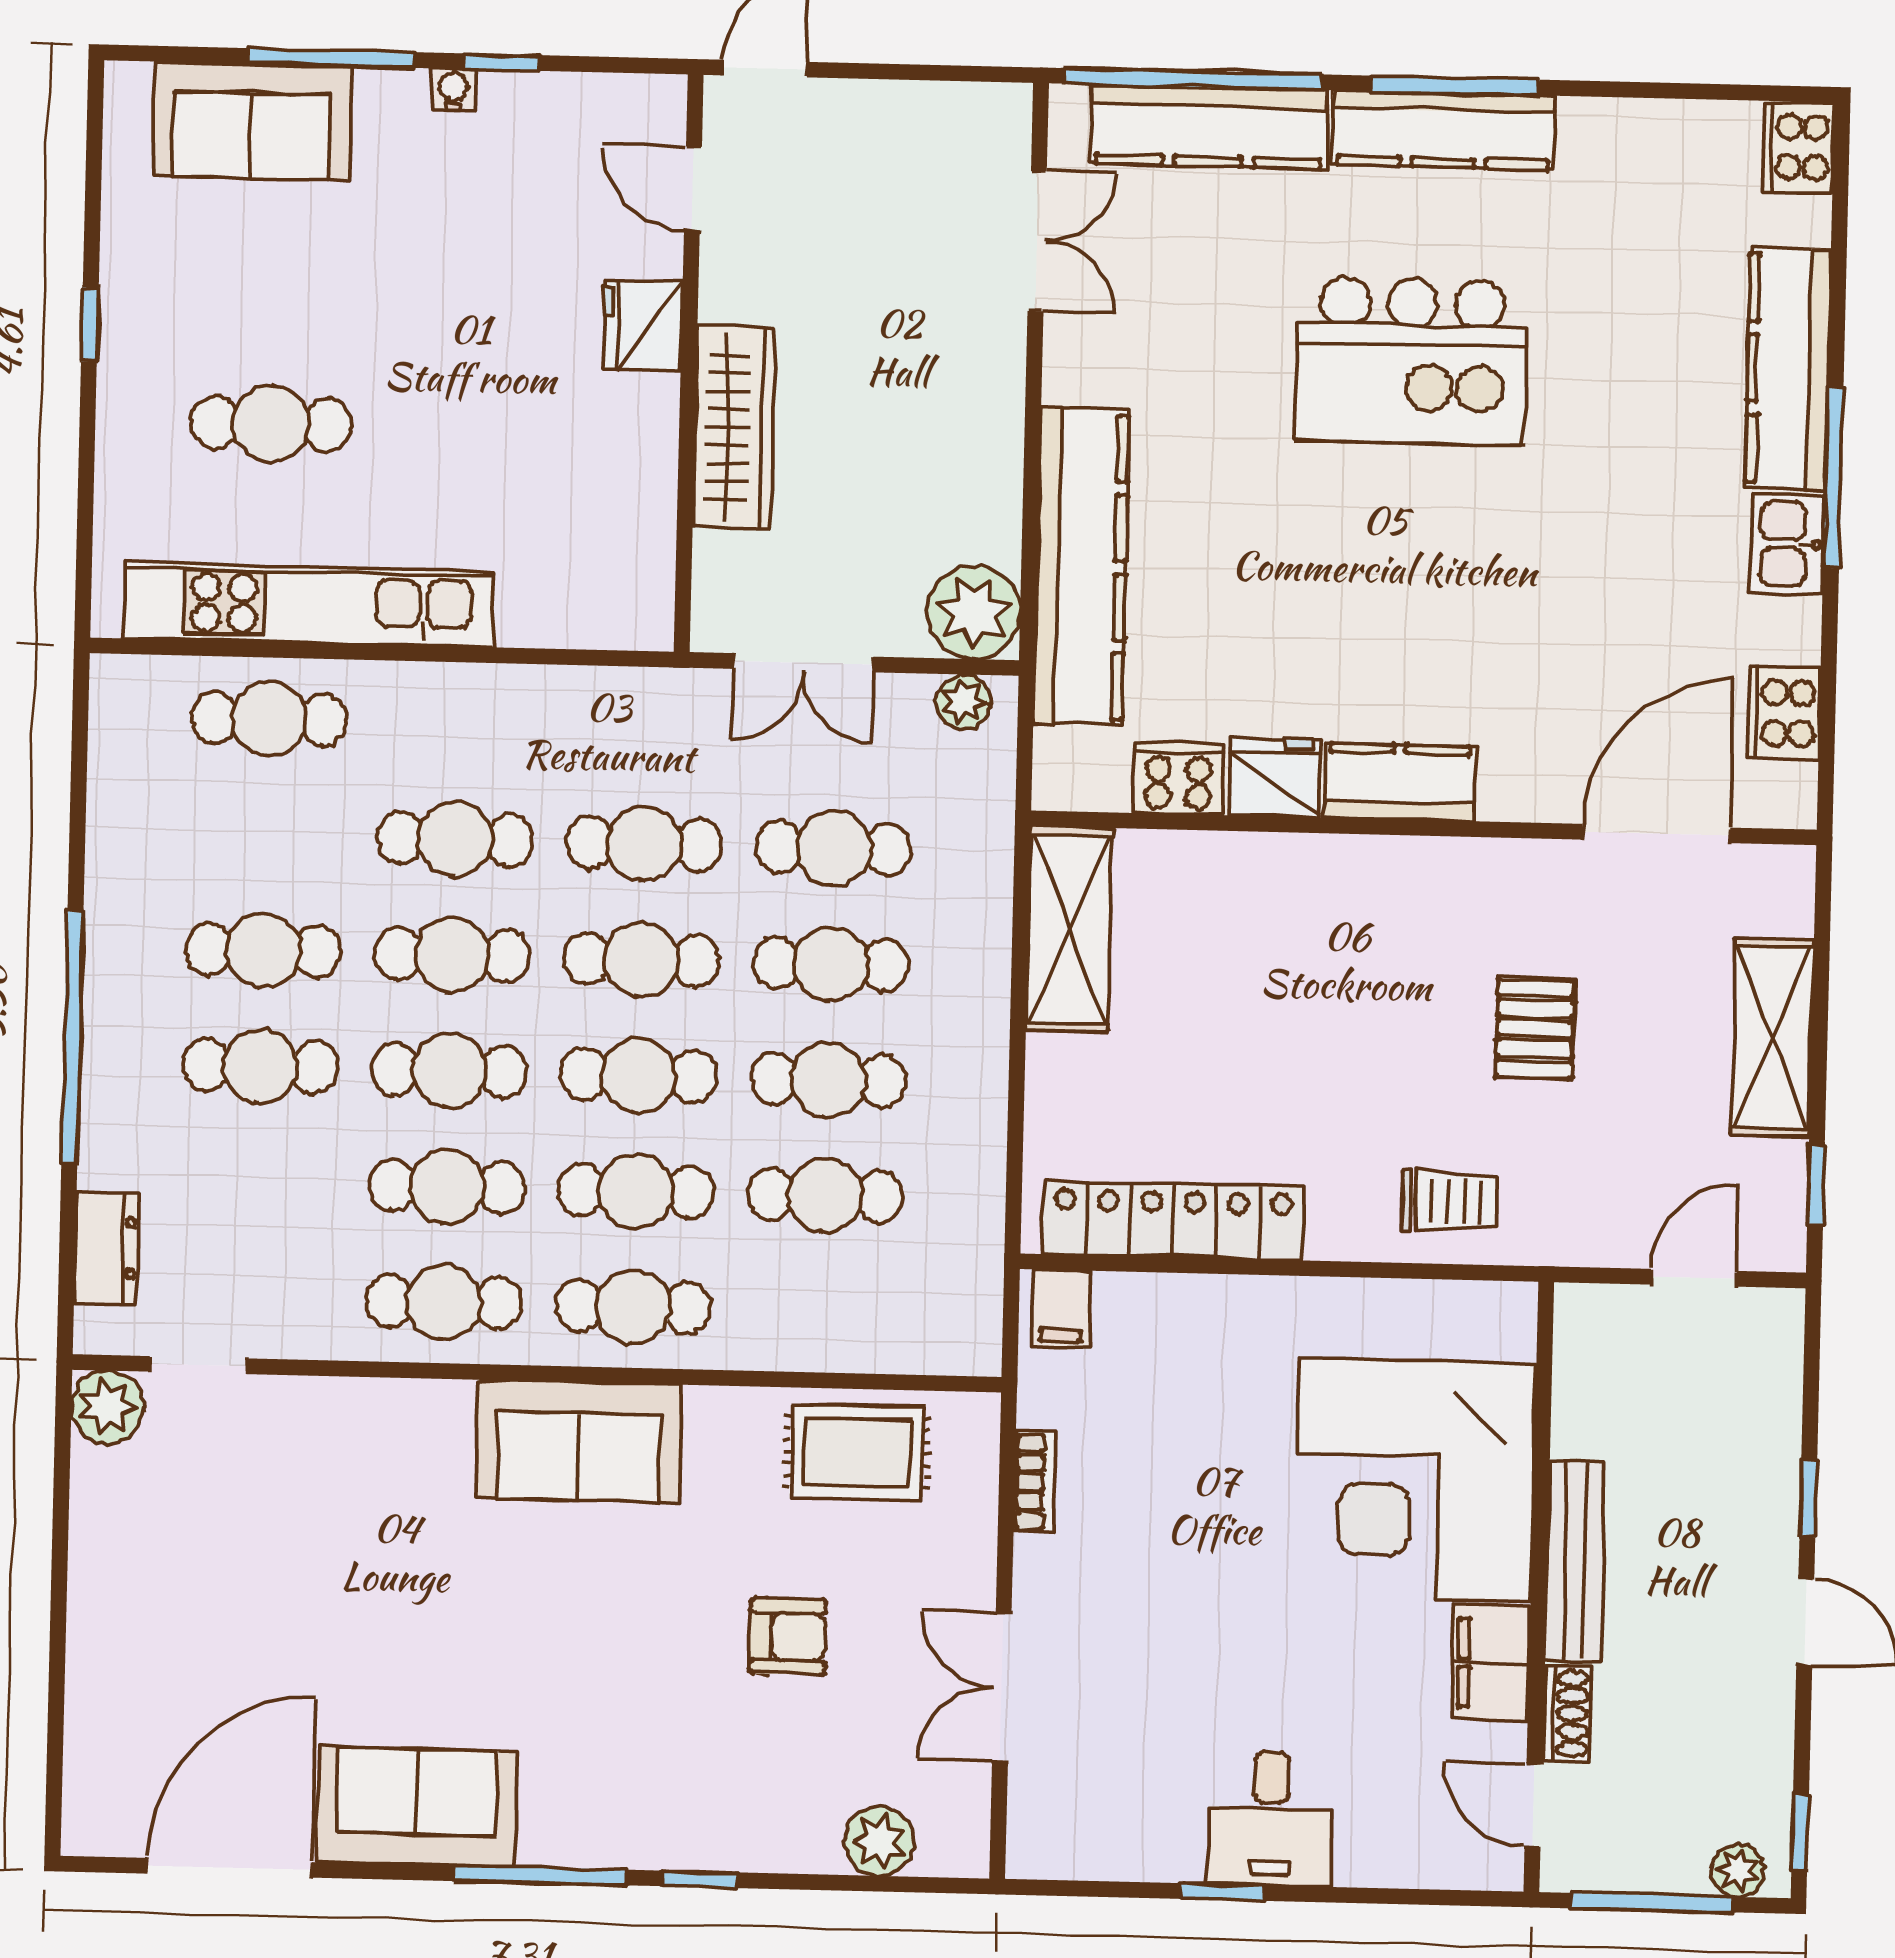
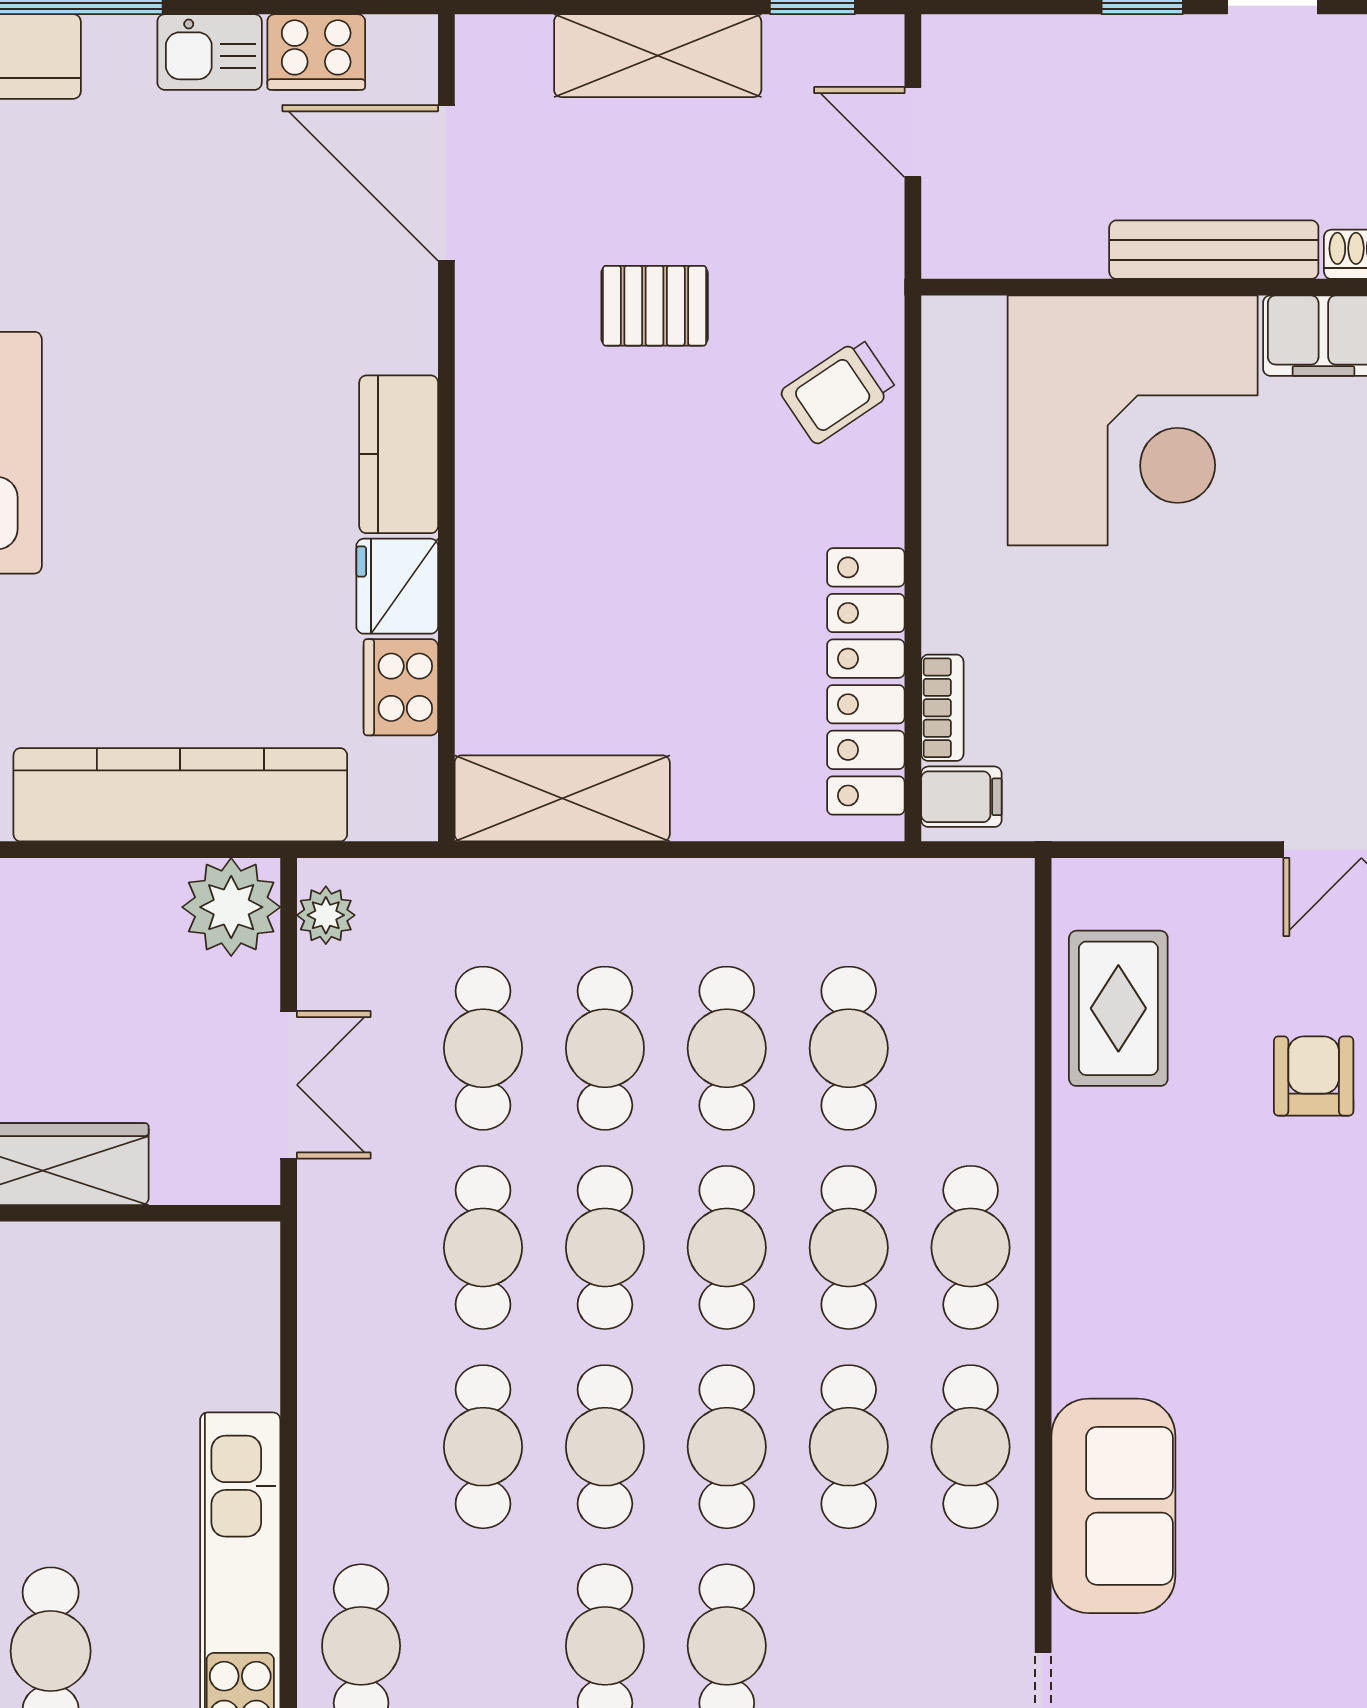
kitchen sink: (1788, 544) -> (210, 52), moved
trolley: (1450, 1201) -> (838, 391), turned -124
sofa: (579, 1441) -> (1113, 1506), moved
bookcase: (1035, 1482) -> (942, 708), moved, turned 90

